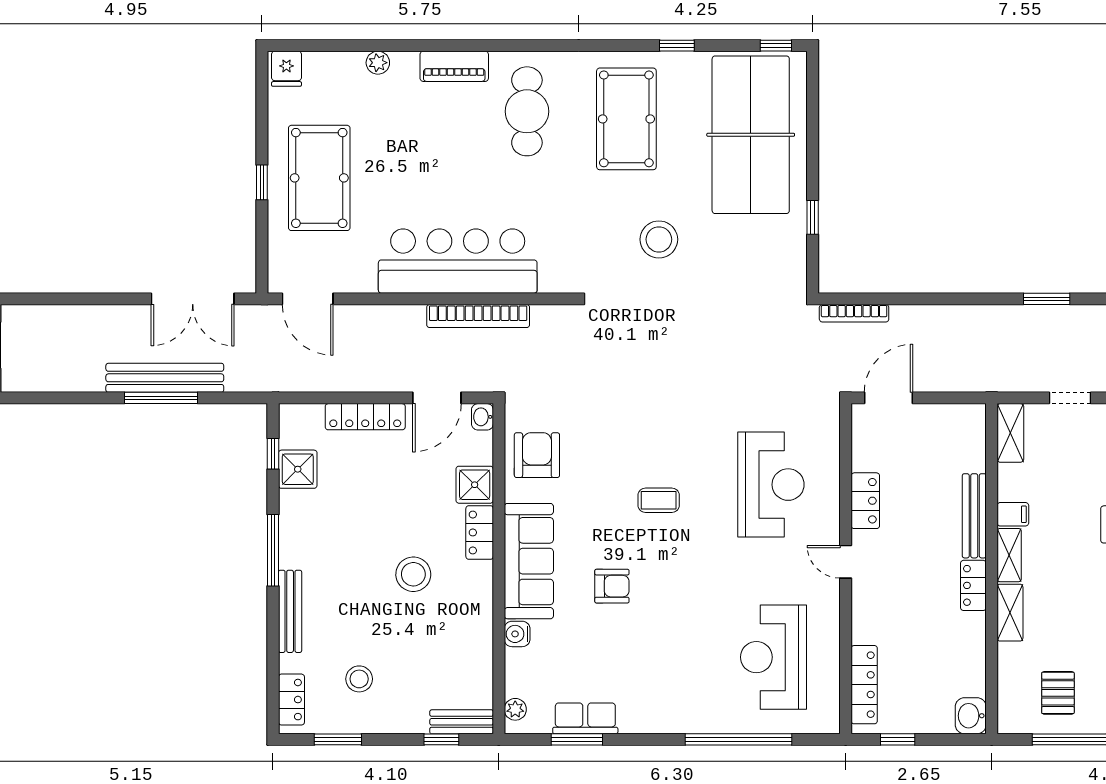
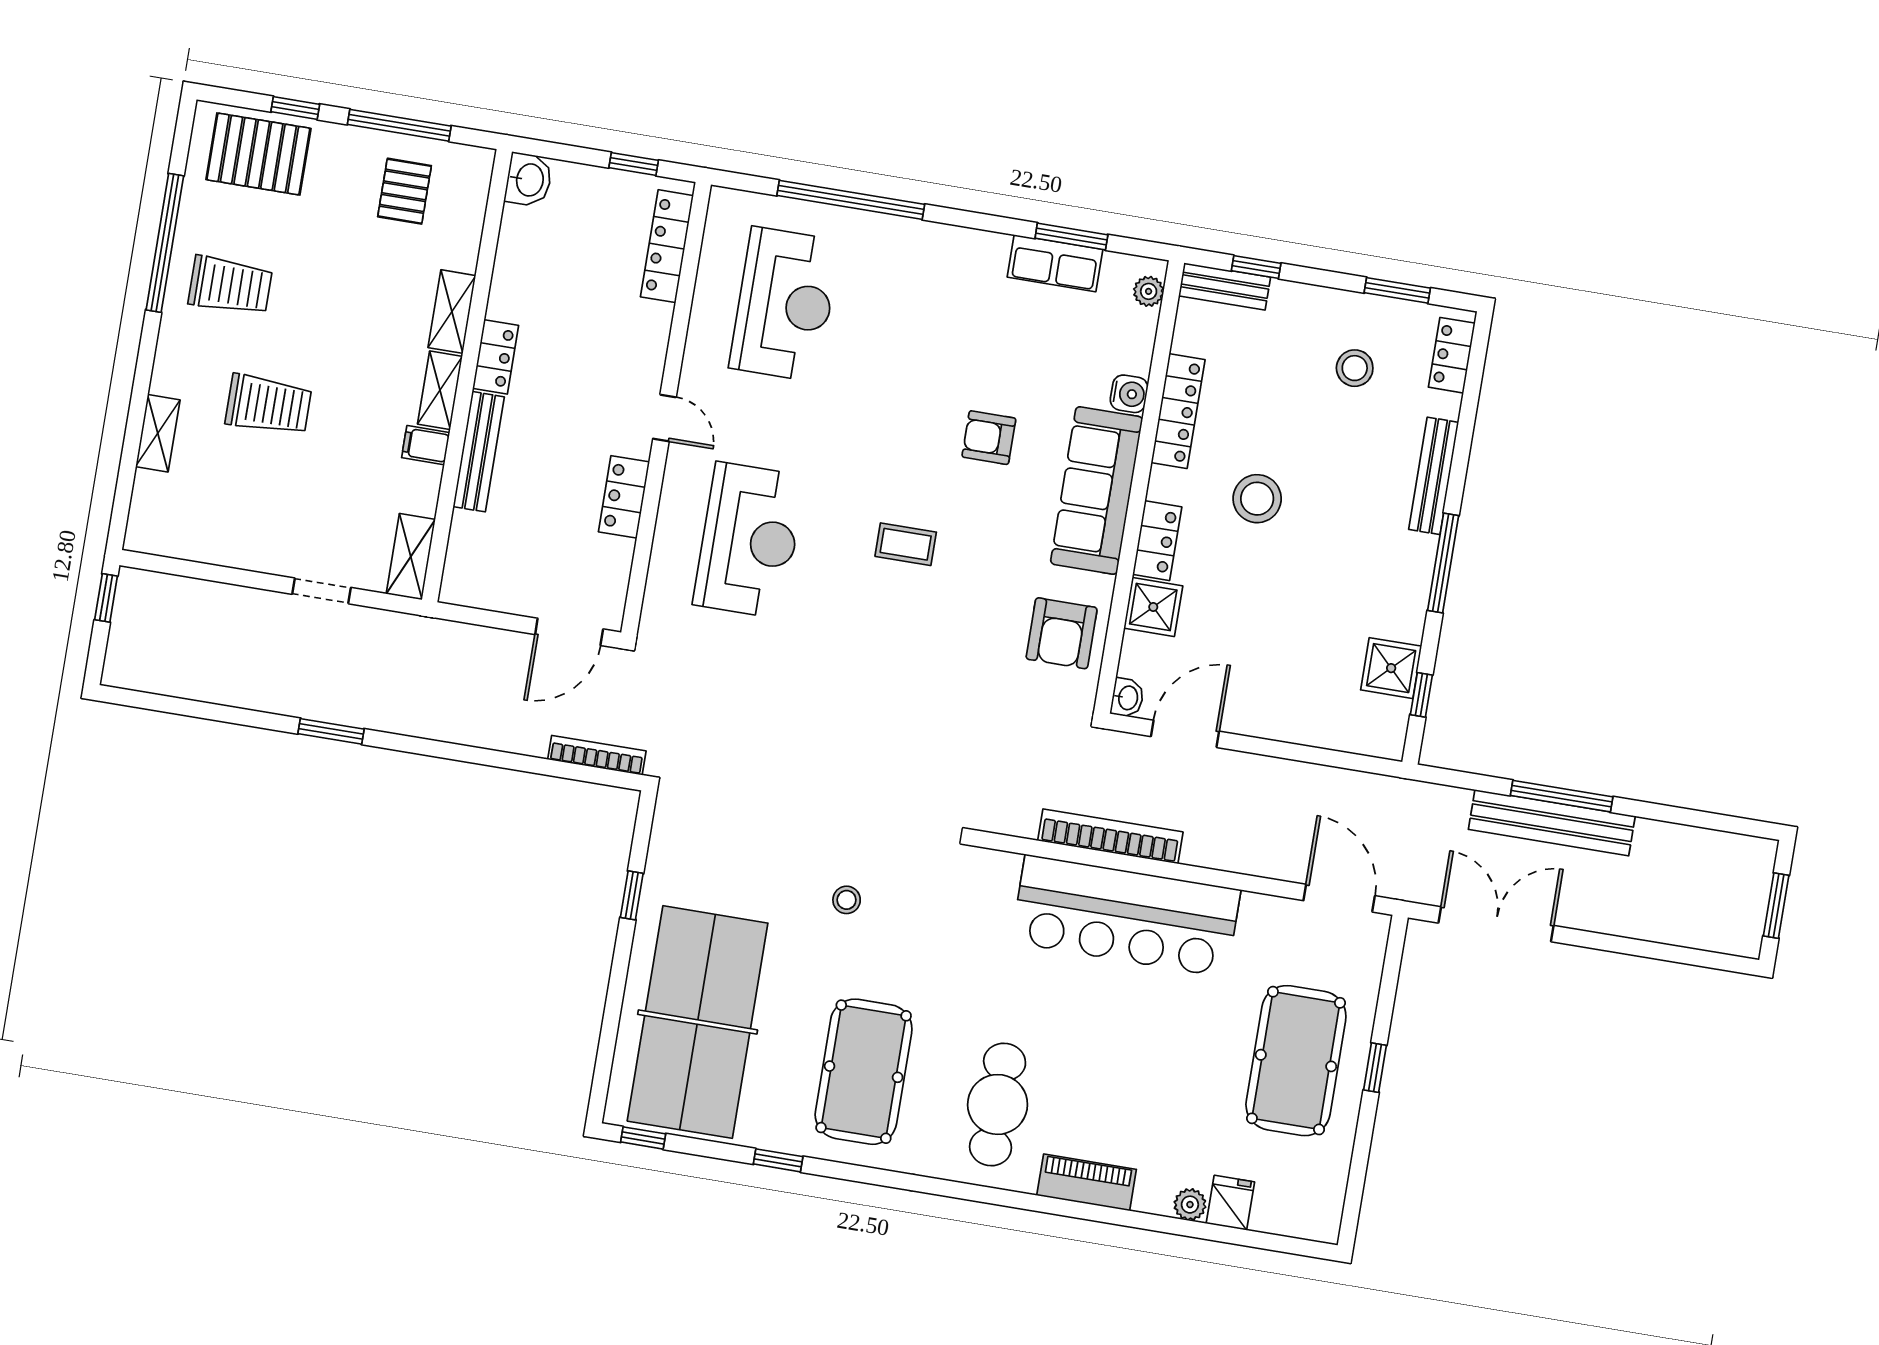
fridge: (286, 69) -> (1230, 1203), moved
stool: (659, 239) -> (847, 900), width x0.53, depth x0.53
locker: (365, 417) -> (1178, 411), moved, turned 90
reception desk: (771, 485) -> (749, 540), turned 180

